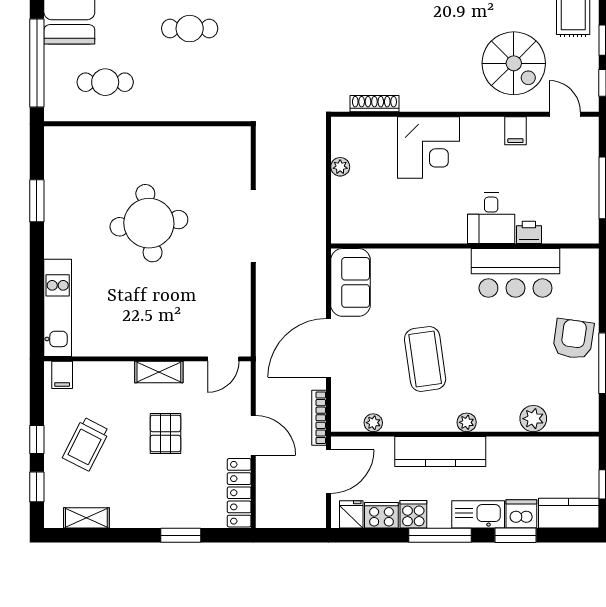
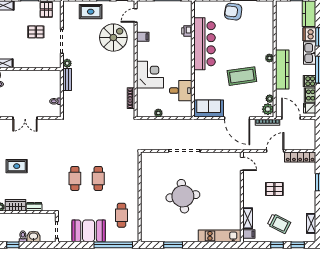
desk: (491, 218) -> (181, 91), moved
bar counter: (515, 273) -> (204, 44), width x1.36
shelving: (159, 372) -> (248, 218), moved
plant: (533, 419) -> (268, 109), moved

